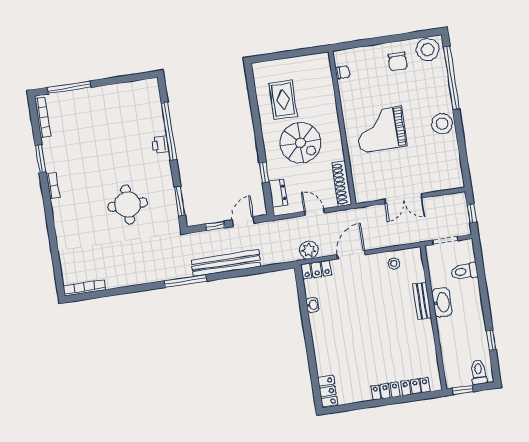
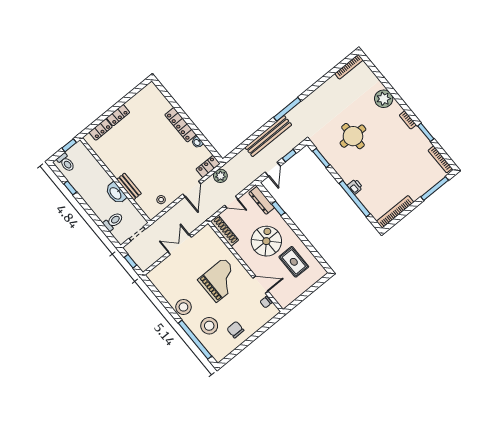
stool: (428, 50) -> (209, 326), moved
bookcase: (131, 88) -> (395, 212), added
door: (337, 96) -> (261, 285), added
spiral stairs: (301, 143) -> (266, 241), turned 90
dresser: (278, 193) -> (262, 200), width x1.44
plant: (66, 227) -> (384, 99), added
locker: (328, 391) -> (181, 125), moved, width x1.53

